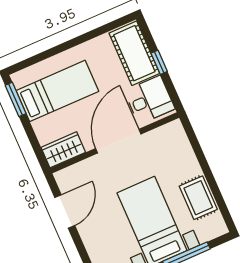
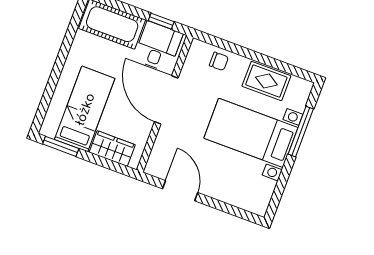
window: (159, 62) -> (161, 21), moved
wardrobe: (63, 150) -> (112, 149), moved, turned 90
chair: (180, 152) -> (219, 61), added

